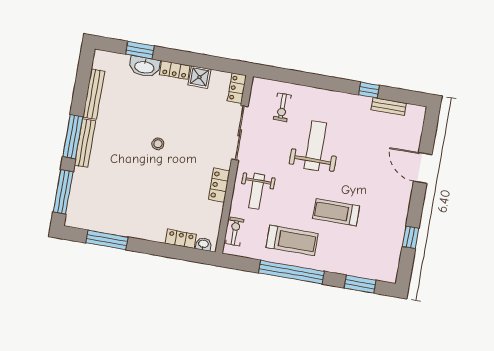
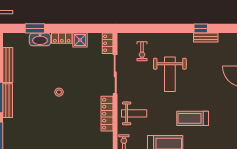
bench: (389, 107) -> (206, 38), moved
weight bench: (315, 146) -> (170, 74), turned 180
locker: (219, 185) -> (107, 114), width x1.53
weight bench: (257, 191) -> (134, 113), turned -90

